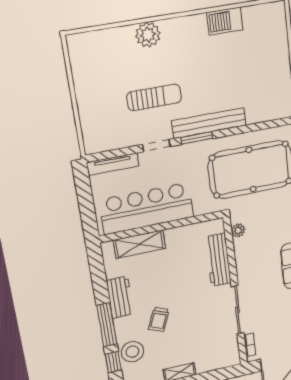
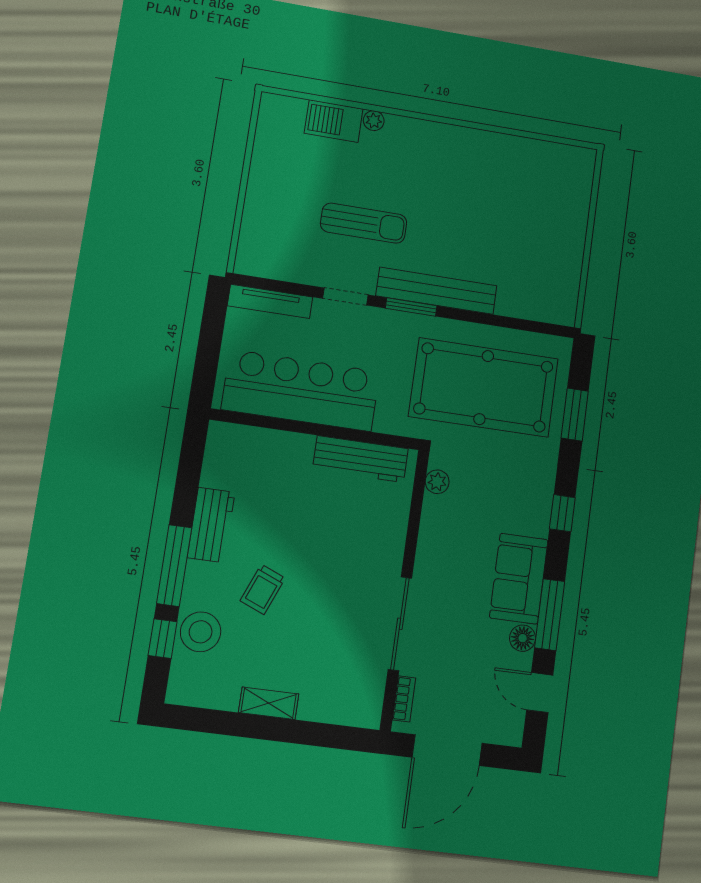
barbecue: (225, 21) -> (334, 121), moved
plant: (148, 35) -> (374, 121), width x0.53, depth x0.53
shelving: (139, 244) -> (271, 445), removed
workbench: (218, 260) -> (361, 459), moved, turned -90

